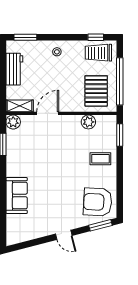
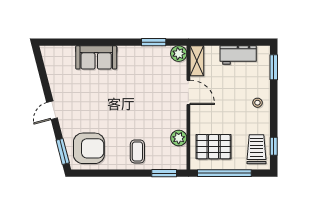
armchair: (98, 202) -> (89, 148), turned 87

